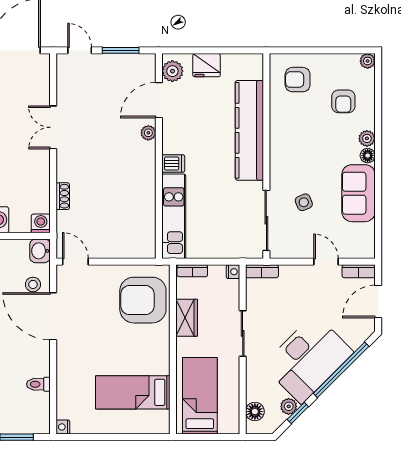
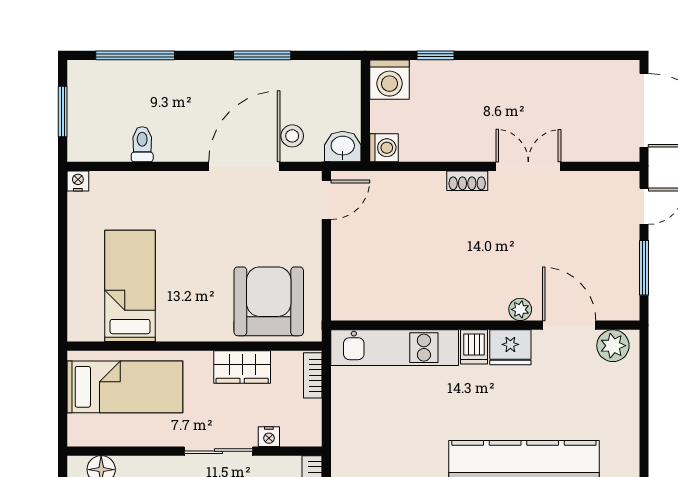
fridge: (207, 65) -> (510, 347), moved, turned -90
shoe rack: (63, 196) -> (467, 181), moved
nightstand: (233, 272) -> (269, 437), moved

